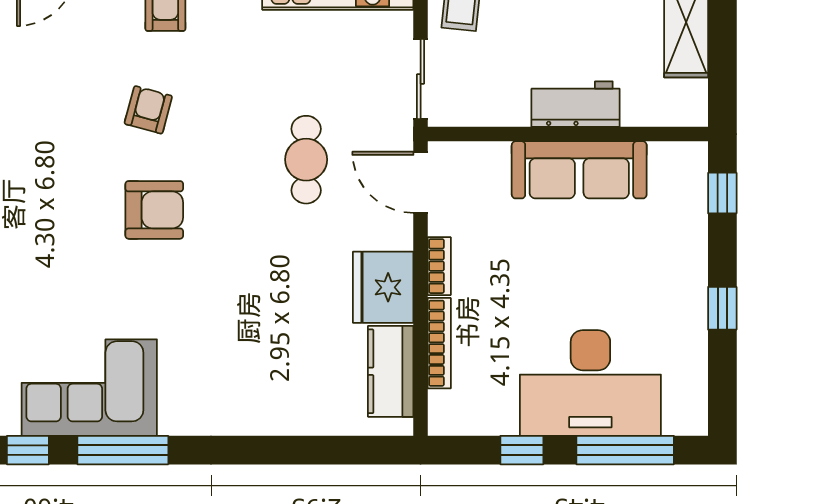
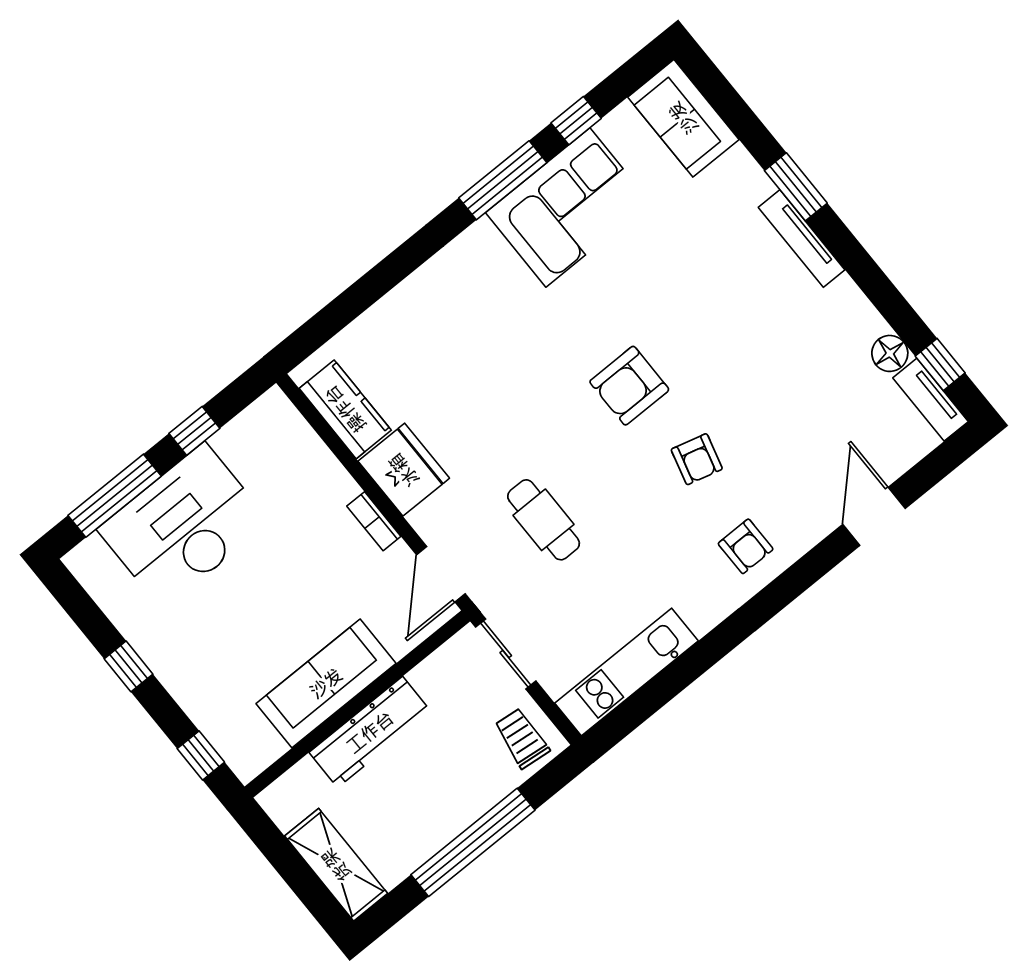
workbench: (576, 104) -> (370, 732), width x1.38
door: (421, 182) -> (441, 574), swing flipped
bookcase: (439, 343) -> (325, 462), removed

